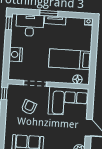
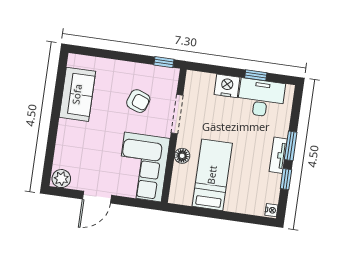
window: (69, 15) -> (286, 179), added
window: (9, 23) -> (256, 75), moved
desk: (30, 25) -> (261, 98), moved, turned -90
floor lamp: (77, 79) -> (182, 156), moved

